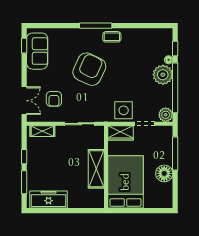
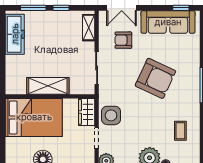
coffee table: (112, 37) -> (180, 131), moved
sofa: (37, 51) -> (168, 22), width x1.36

